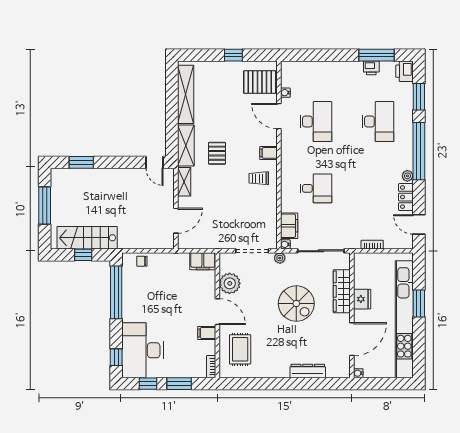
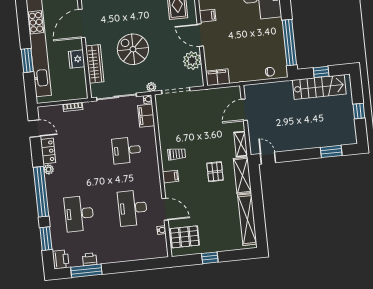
window: (45, 205) -> (359, 111), width x0.46

